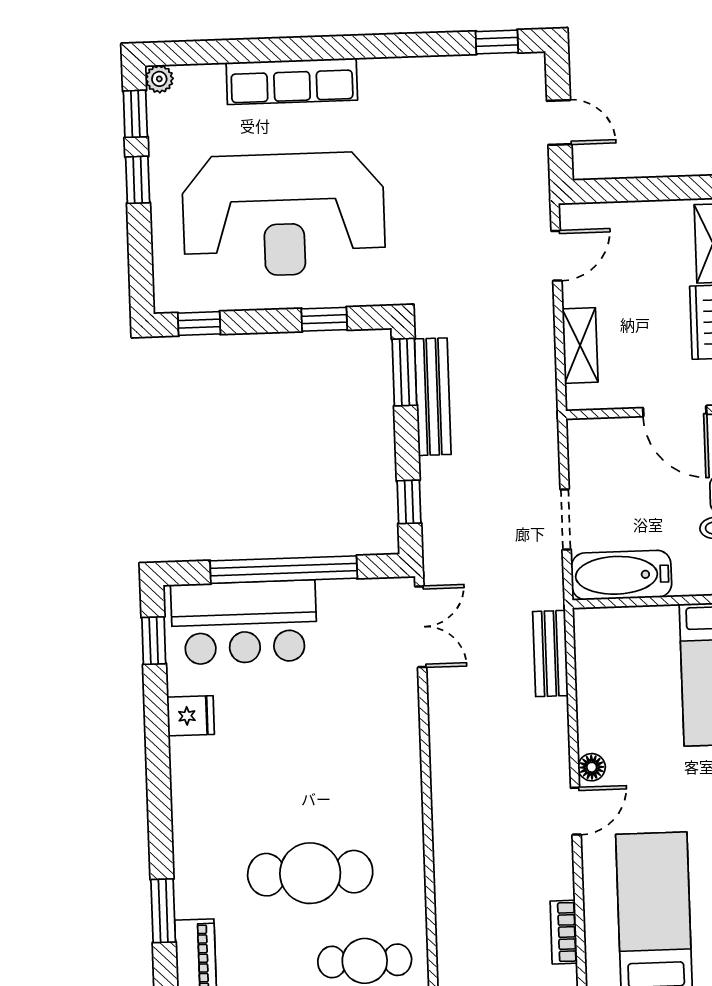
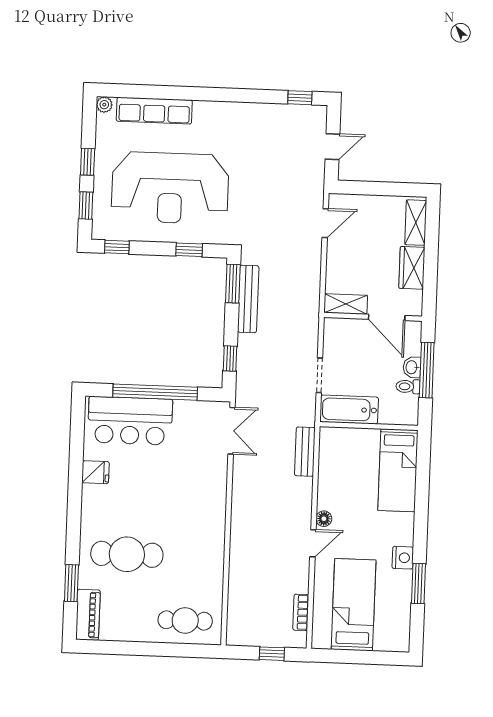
row of seats: (292, 81) -> (154, 111), moved
window: (135, 114) -> (86, 206), moved
door: (559, 122) -> (332, 147), hinge flipped
shelving: (580, 345) -> (346, 304), moved, turned 90
window: (154, 641) -> (77, 427), removed
cafe table: (310, 873) -> (127, 554), moved

